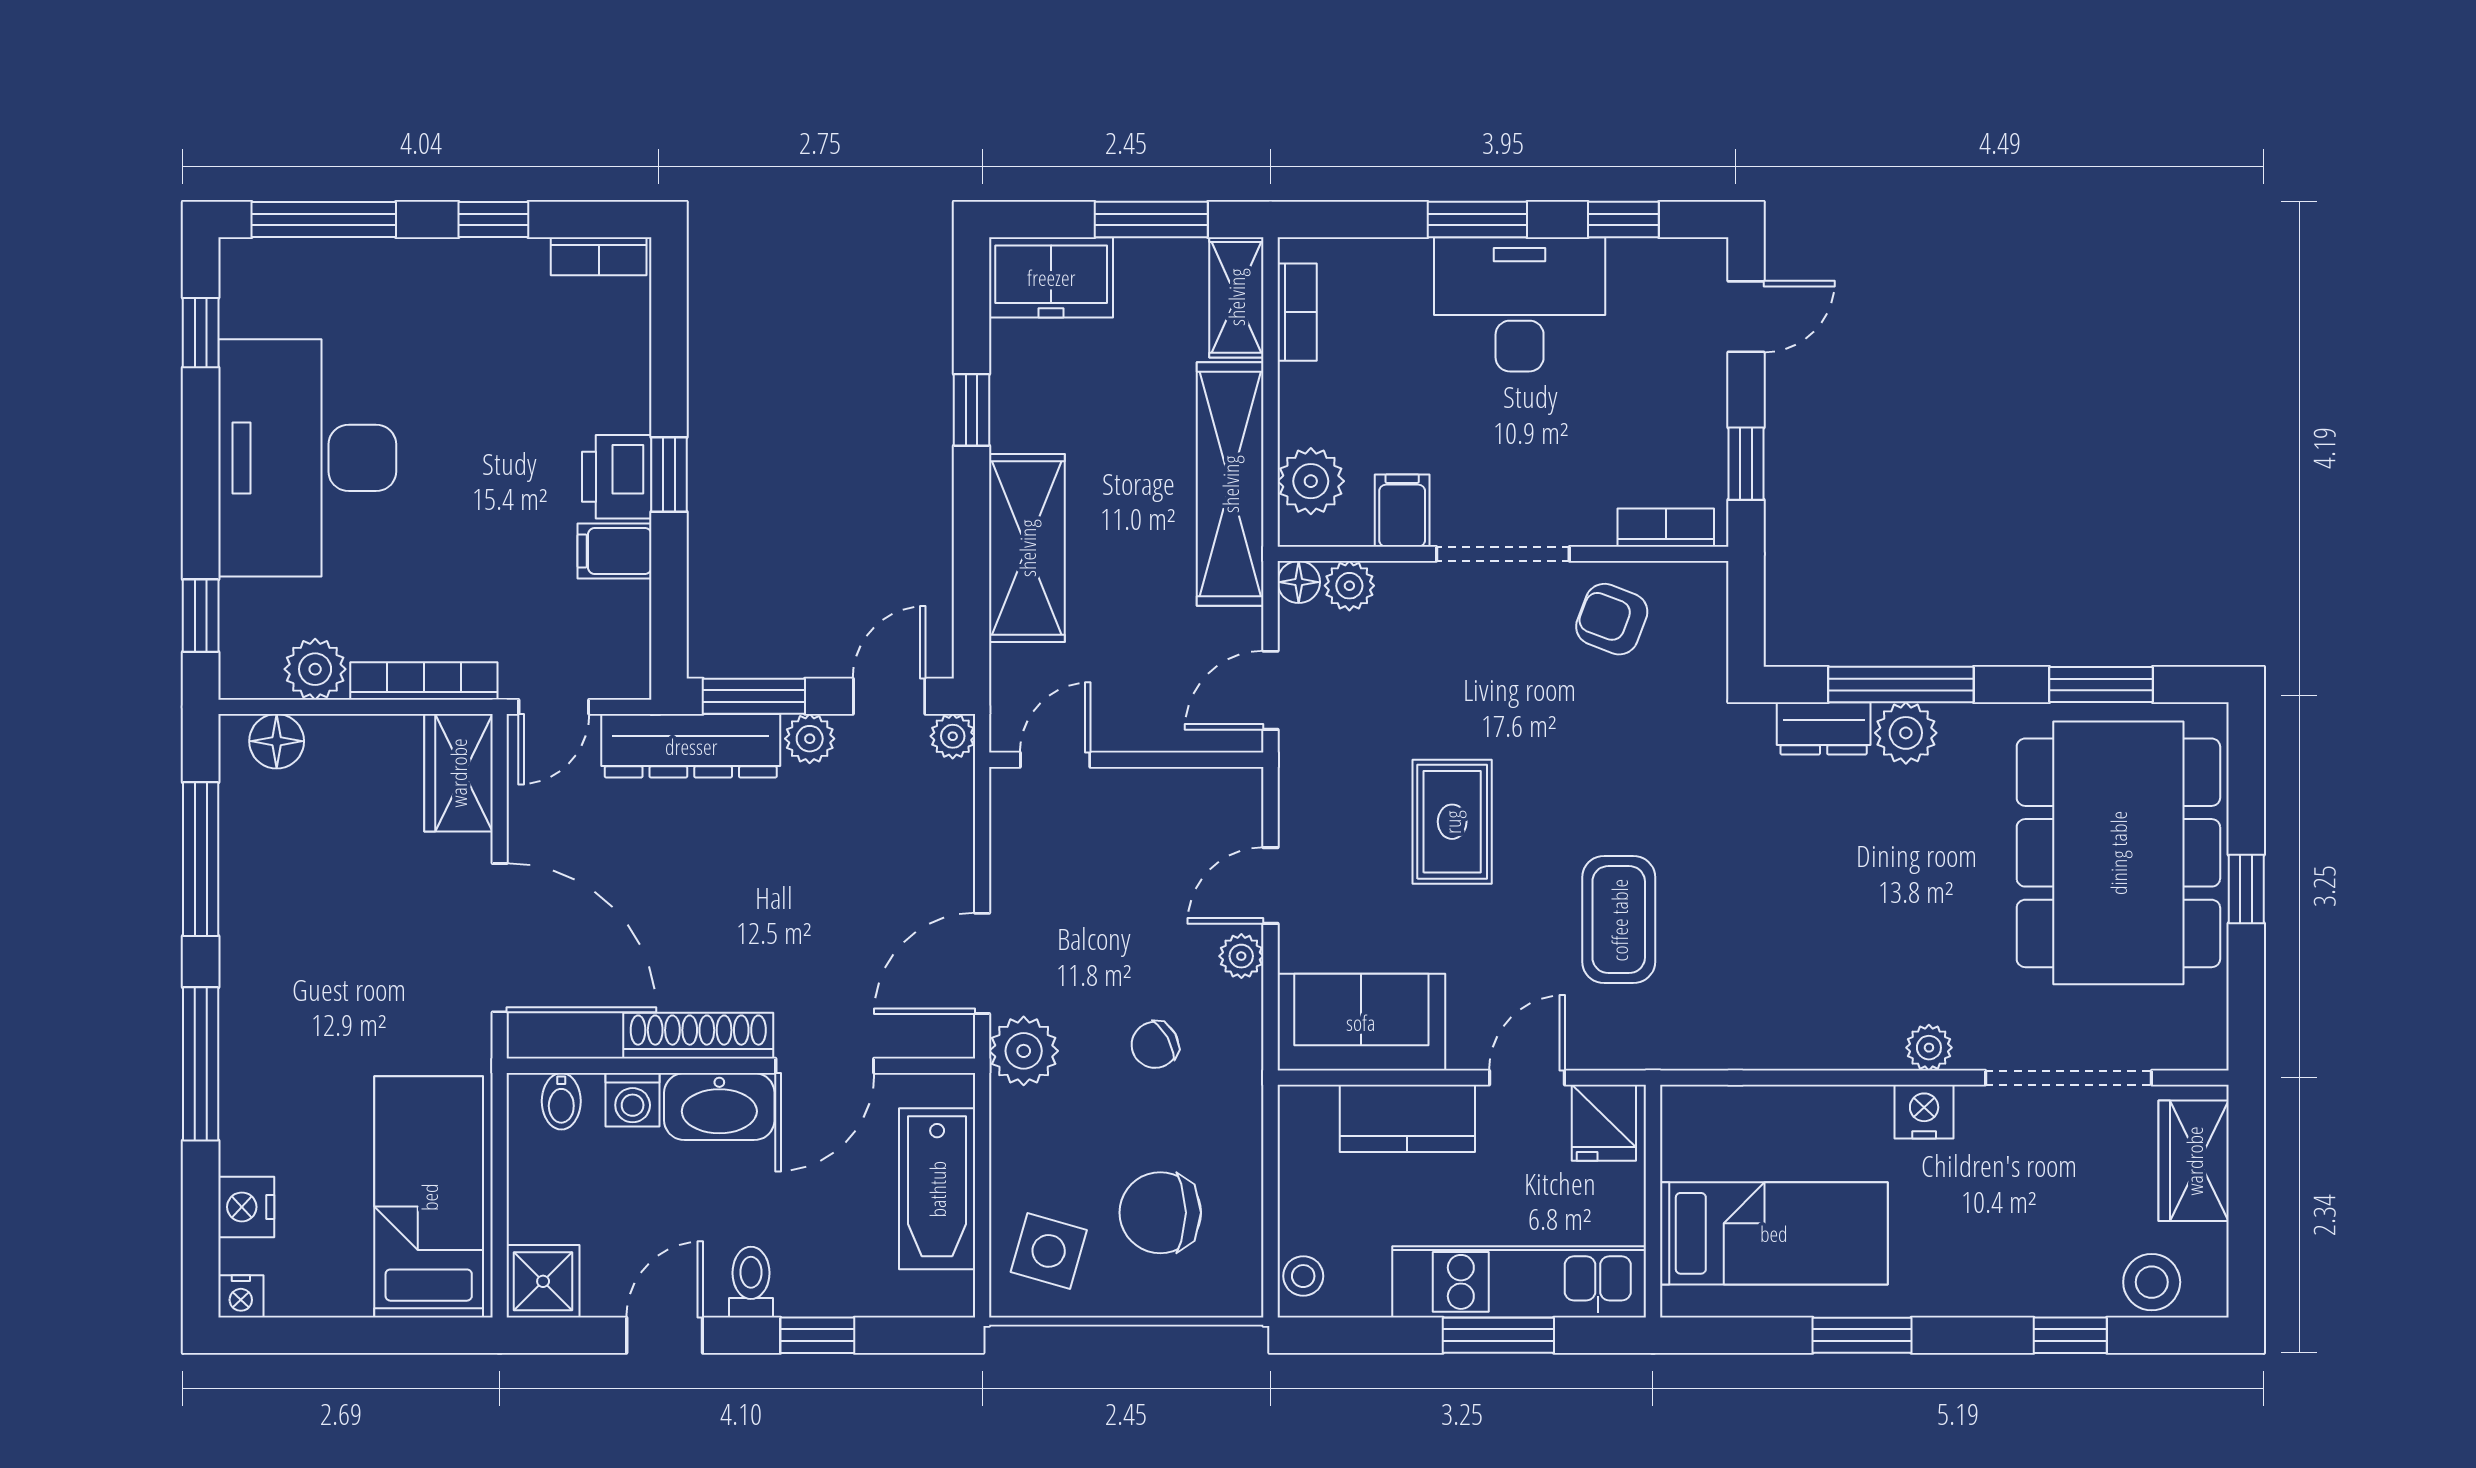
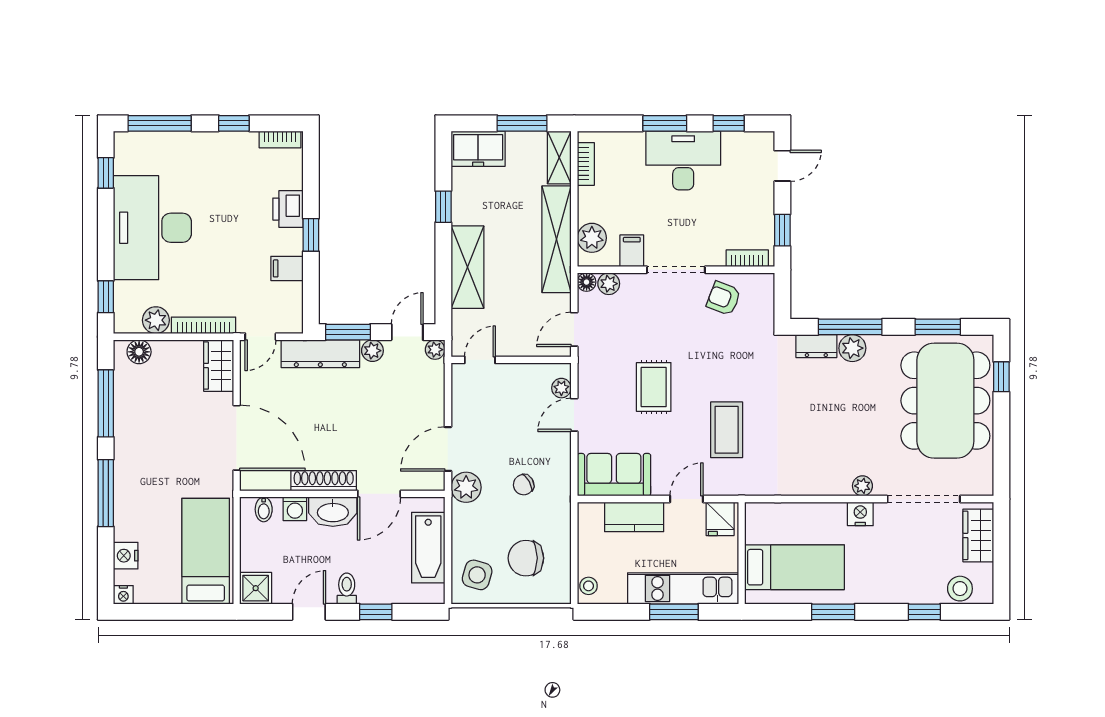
printer: (617, 477) -> (288, 209), moved
window: (2246, 889) -> (1001, 377), moved
plant: (1241, 956) -> (561, 388), moved

